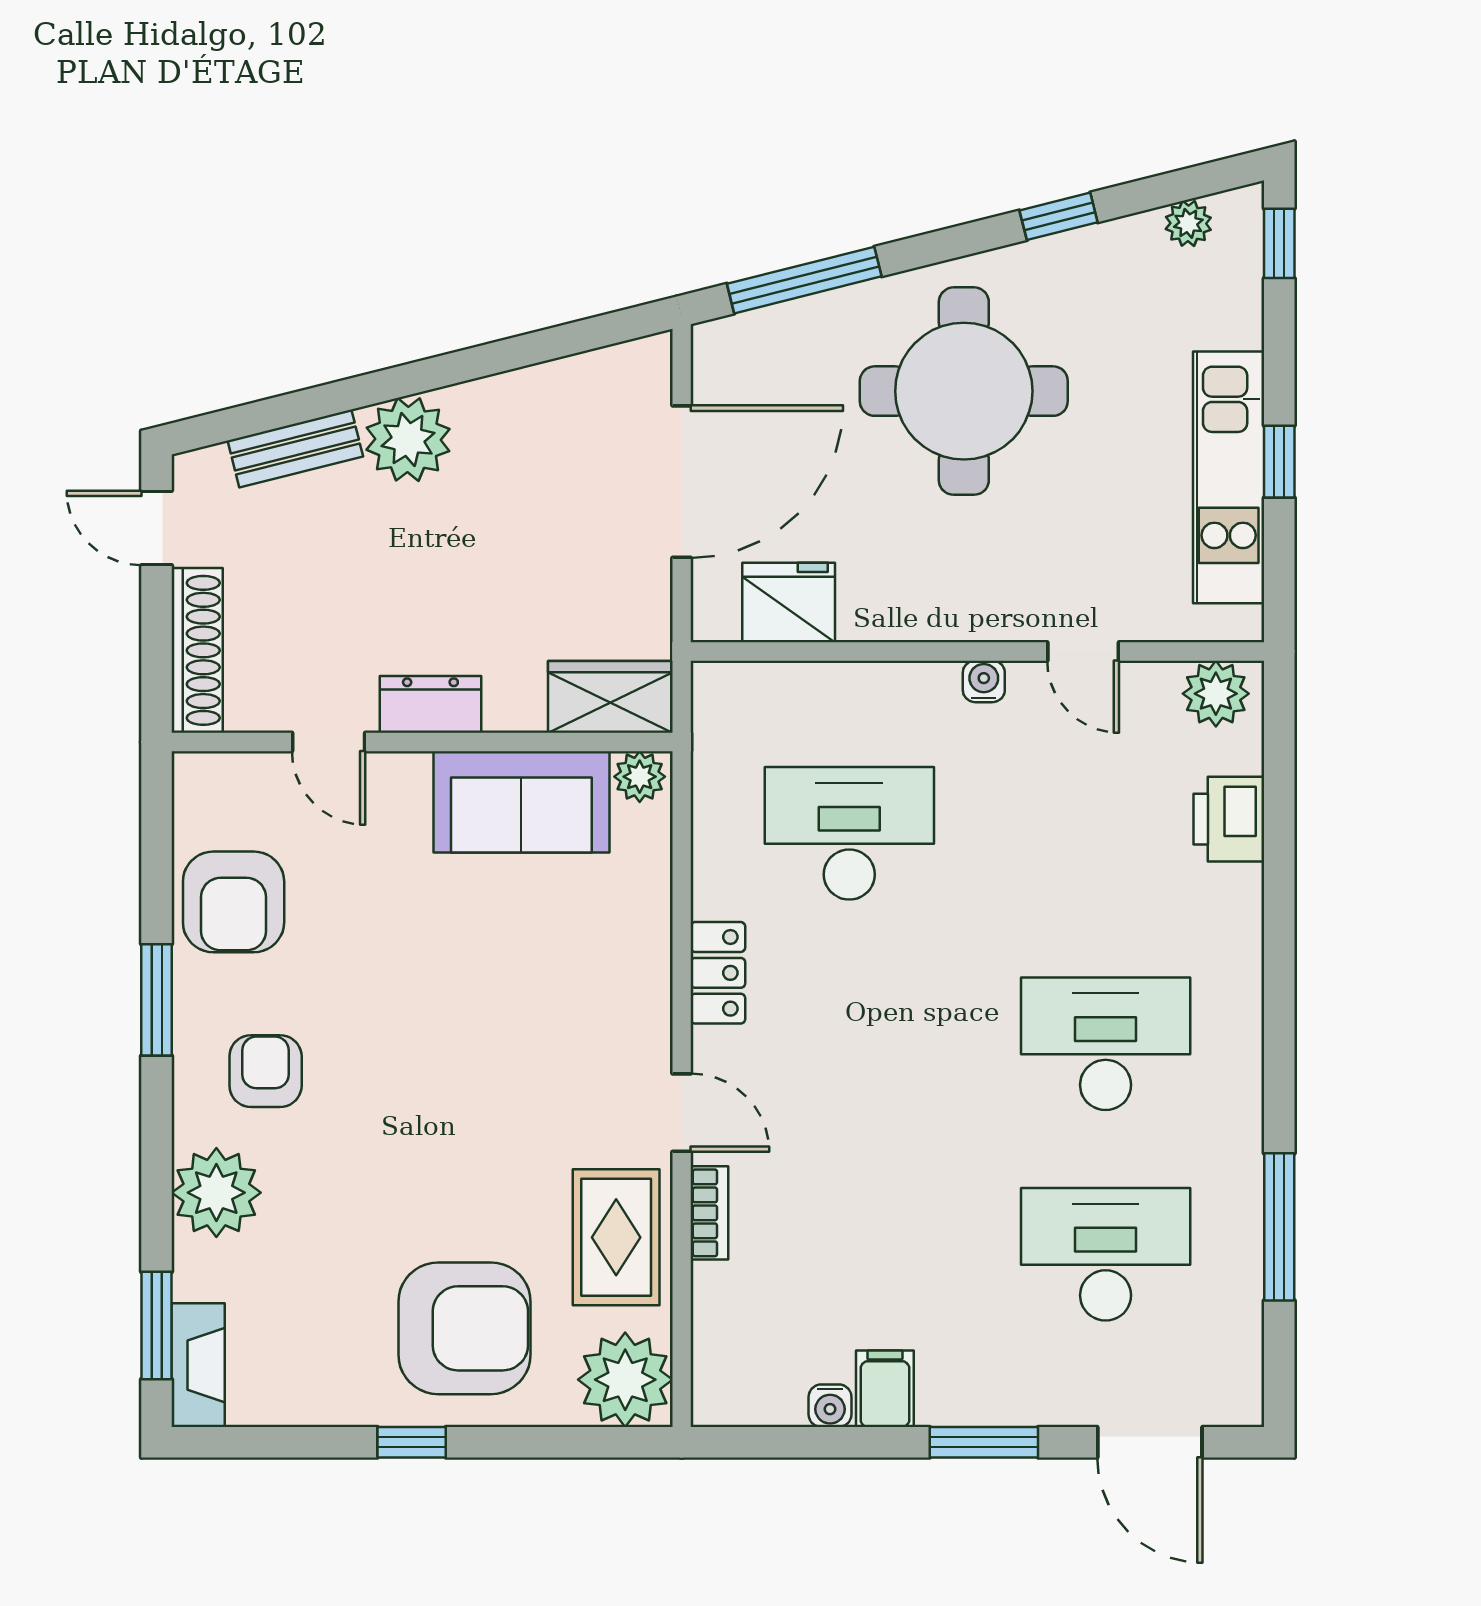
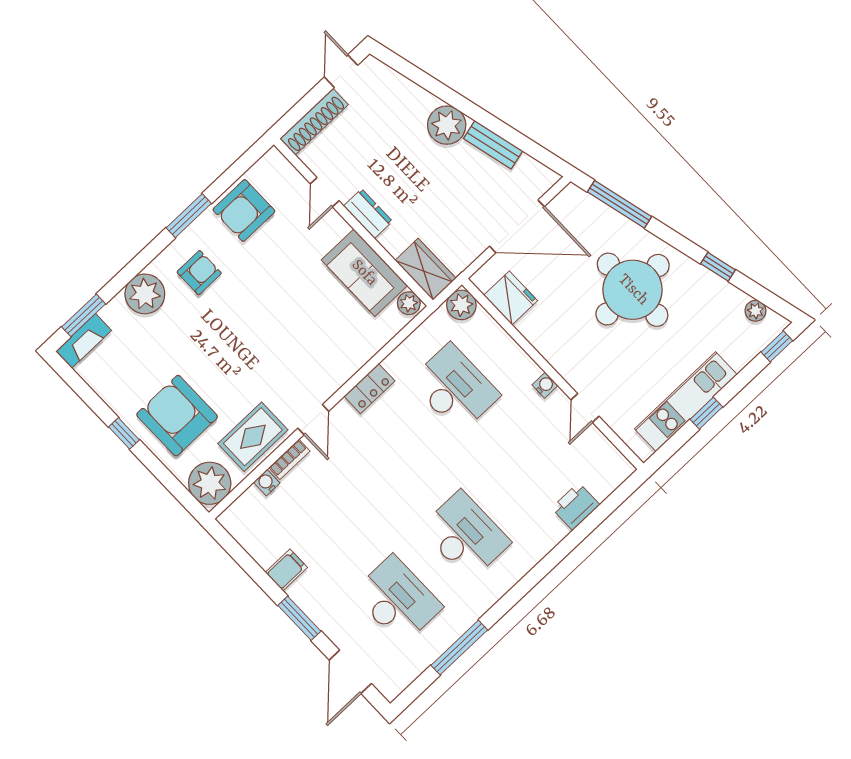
bench: (295, 449) -> (493, 145), moved
plant: (1216, 694) -> (461, 305), moved
armchair: (465, 1328) -> (177, 416), turned 180
water cooler: (830, 1406) -> (267, 483), moved, turned 90

